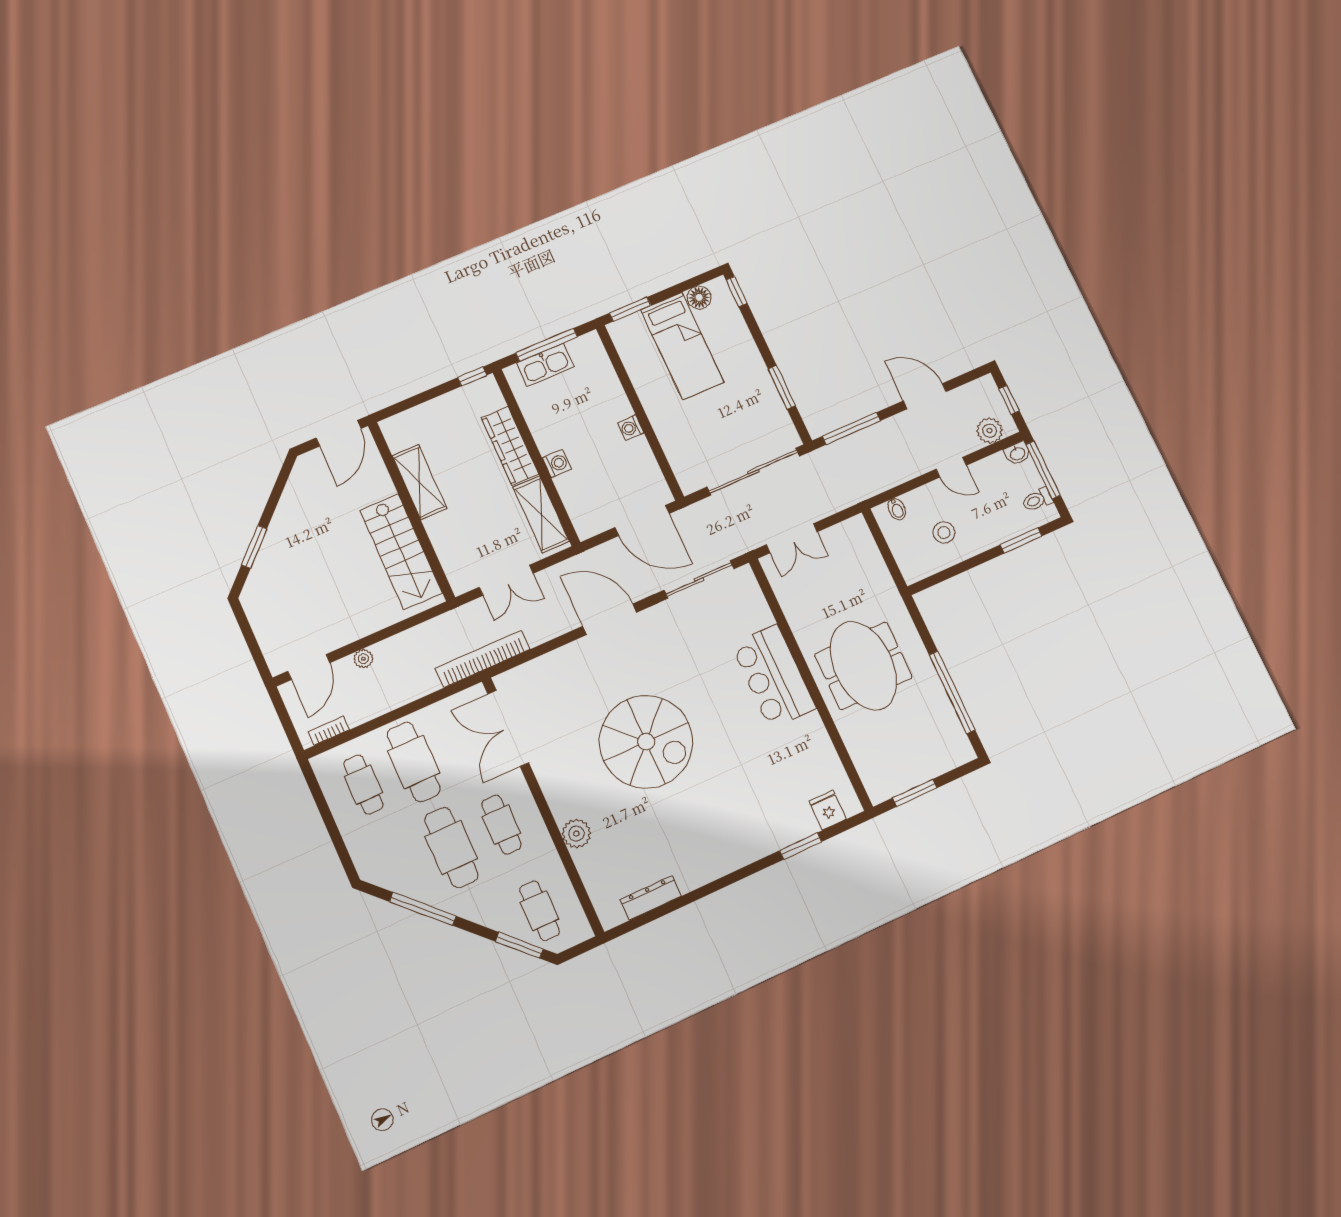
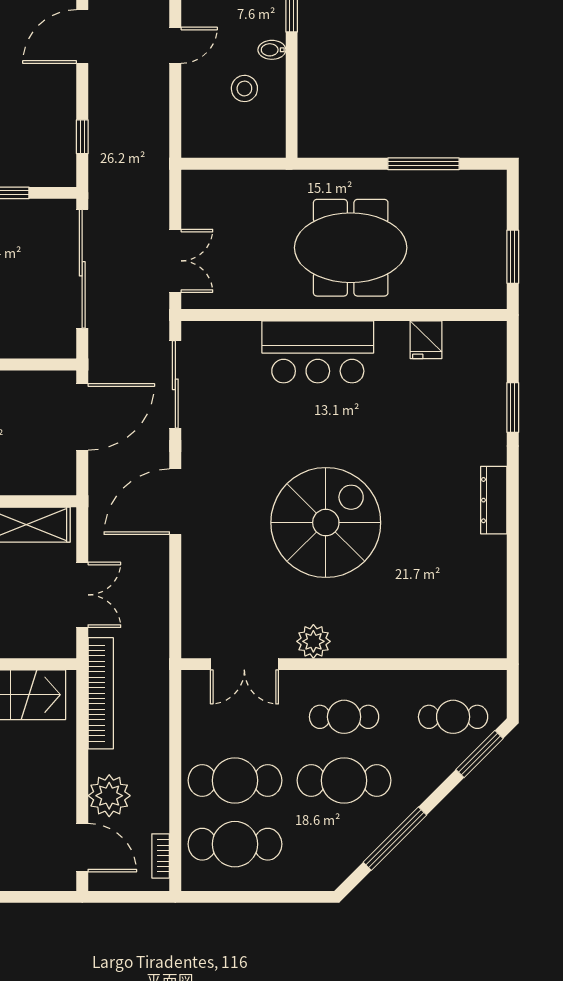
window: (851, 429) -> (82, 137), width x0.46
bidet: (897, 509) -> (272, 50), moved, turned 180
plant: (363, 659) -> (109, 796), width x1.88, depth x1.88
bookcase: (483, 659) -> (101, 693), moved, turned 180
window: (952, 692) -> (423, 164), width x0.68
double door: (508, 728) -> (244, 664), width x0.73
cafe table: (363, 785) -> (235, 844), width x1.37, depth x1.35
fridge: (828, 810) -> (426, 340), moved, turned -90
plant: (576, 834) -> (313, 641), moved
dresser: (651, 898) -> (494, 500), moved

